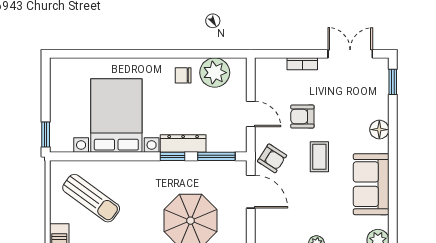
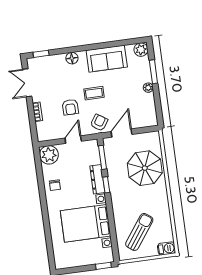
plant: (215, 73) -> (49, 155), moved

